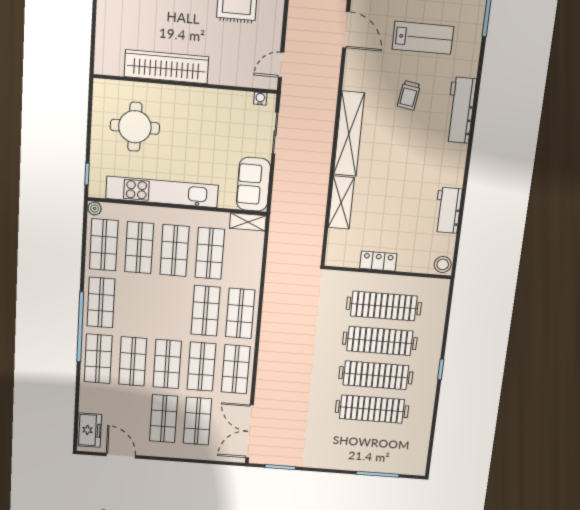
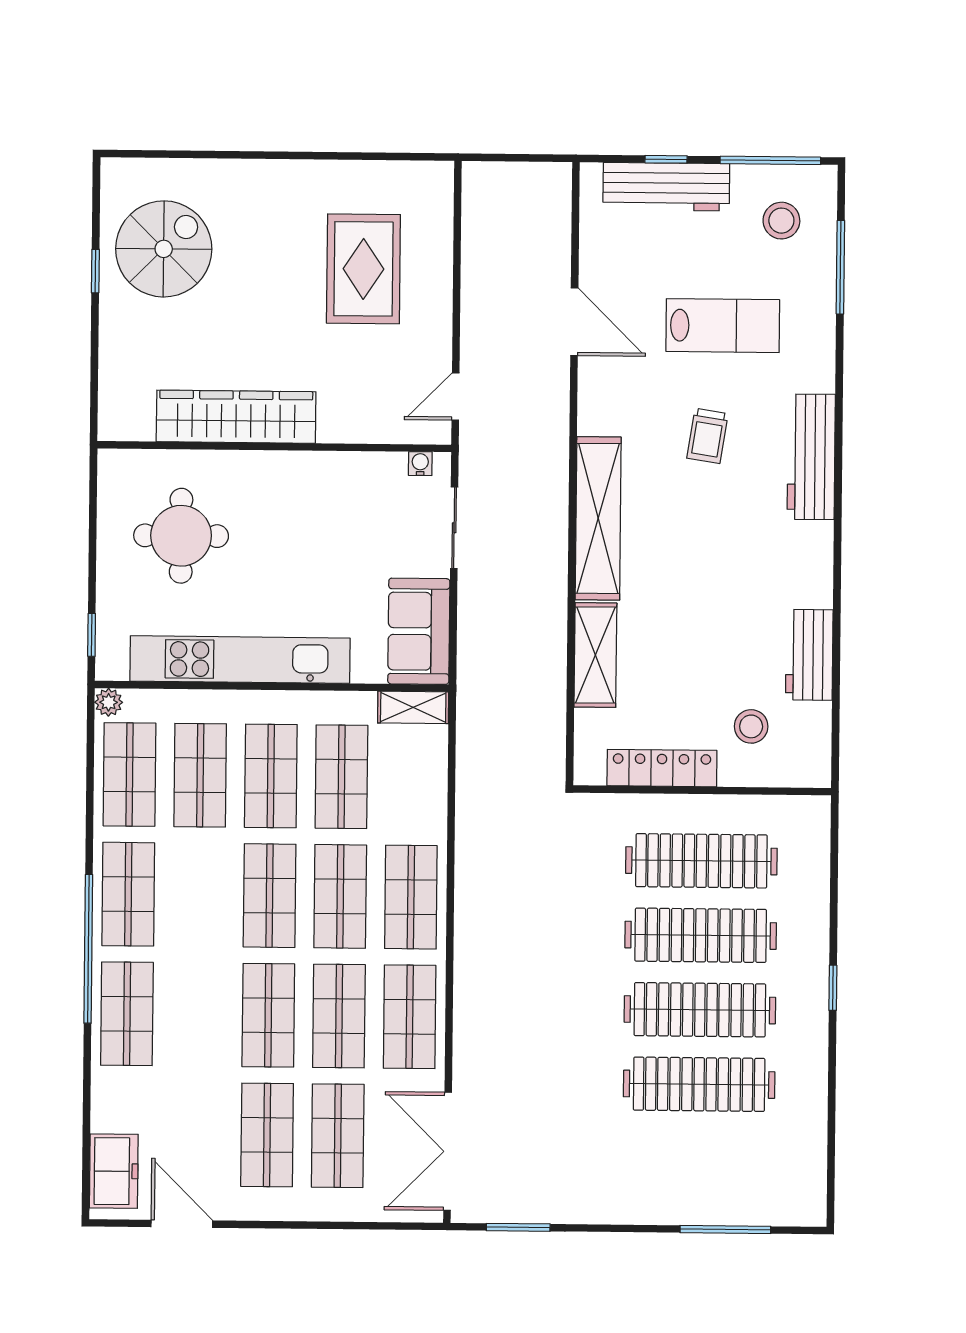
locker: (378, 261) -> (662, 768), width x1.53
stool: (443, 264) -> (751, 726), moved
shop shelf: (133, 361) -> (270, 896), moved

